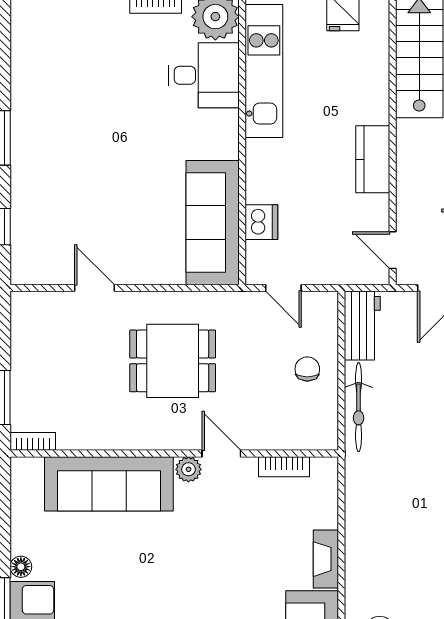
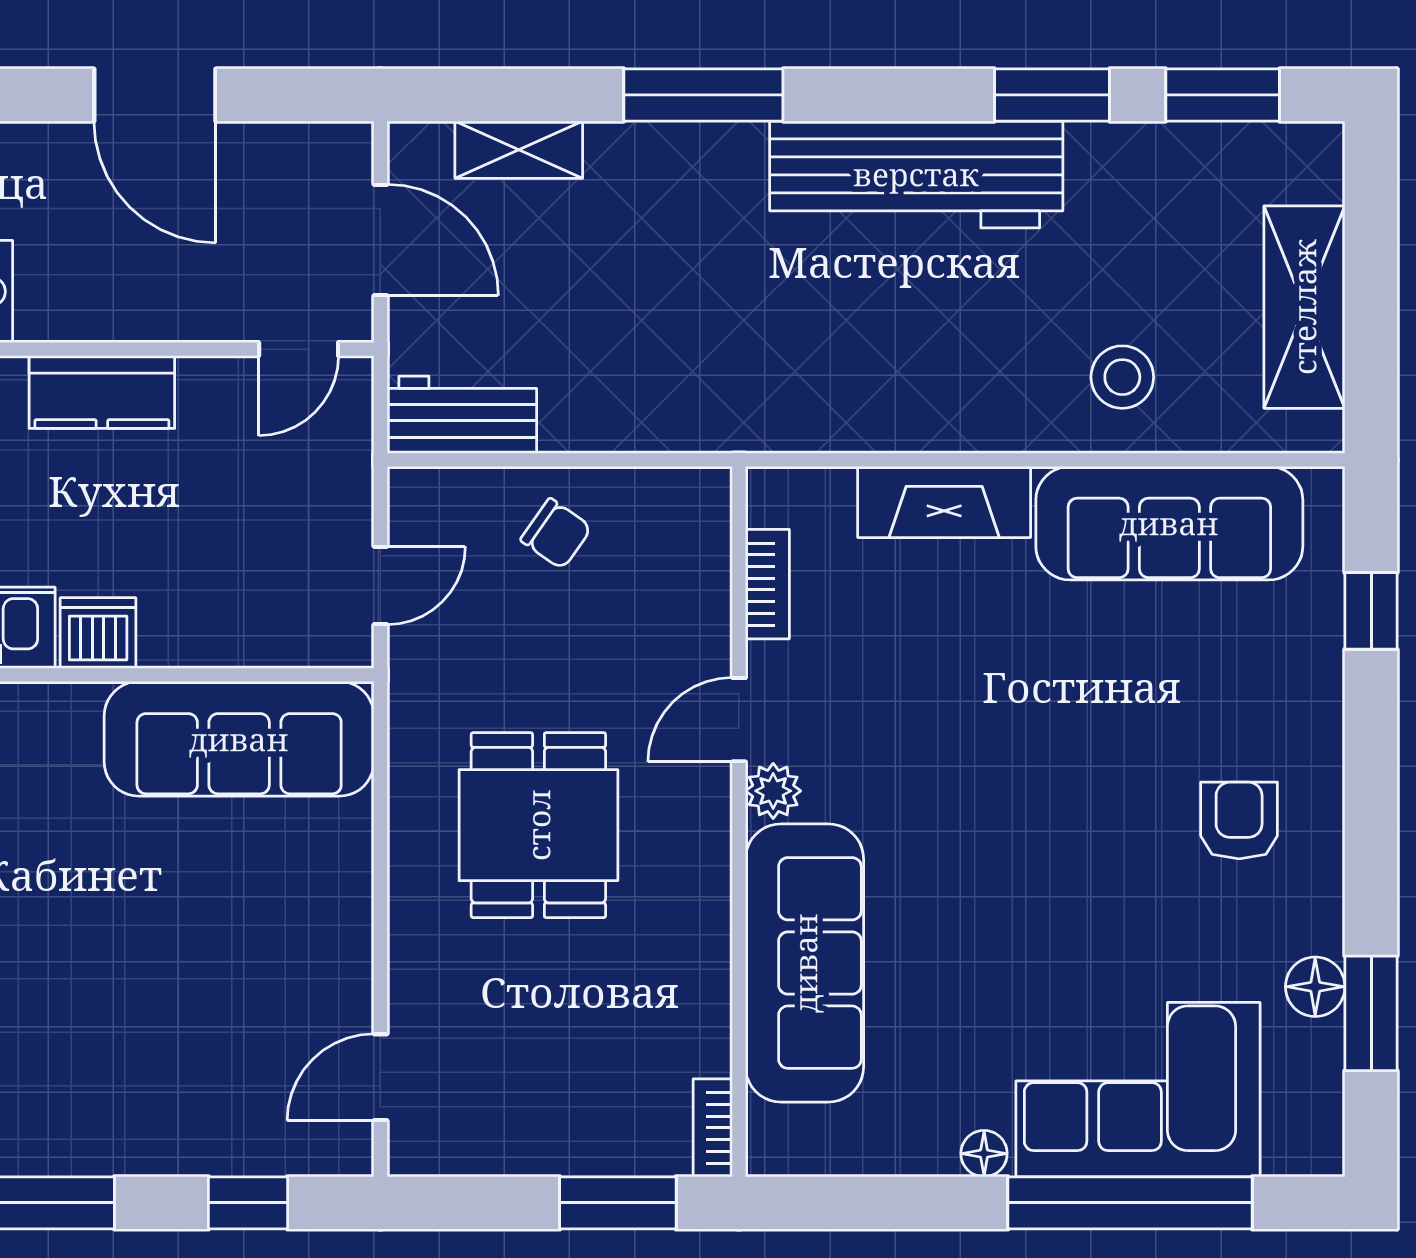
dishwasher: (261, 222) -> (98, 633), moved
door: (94, 288) -> (380, 1077), moved
chair: (307, 369) -> (556, 534), turned -145
bicycle: (359, 407) -> (639, 423), removed
fireplace: (326, 559) -> (944, 502), width x1.37, depth x1.32

